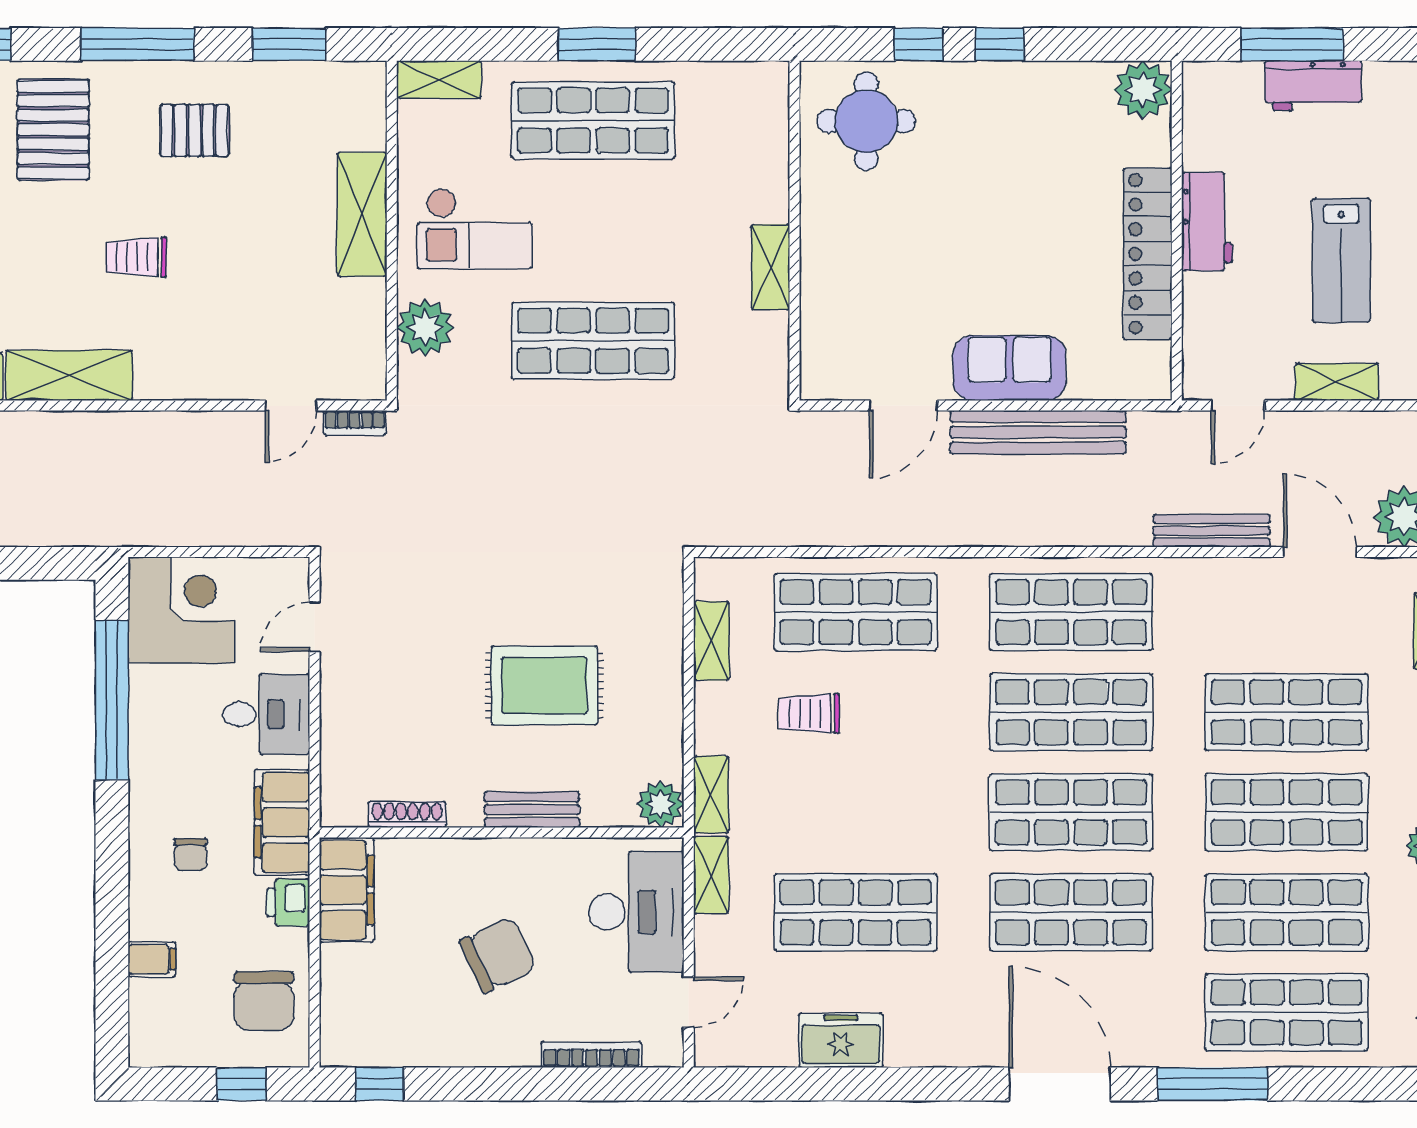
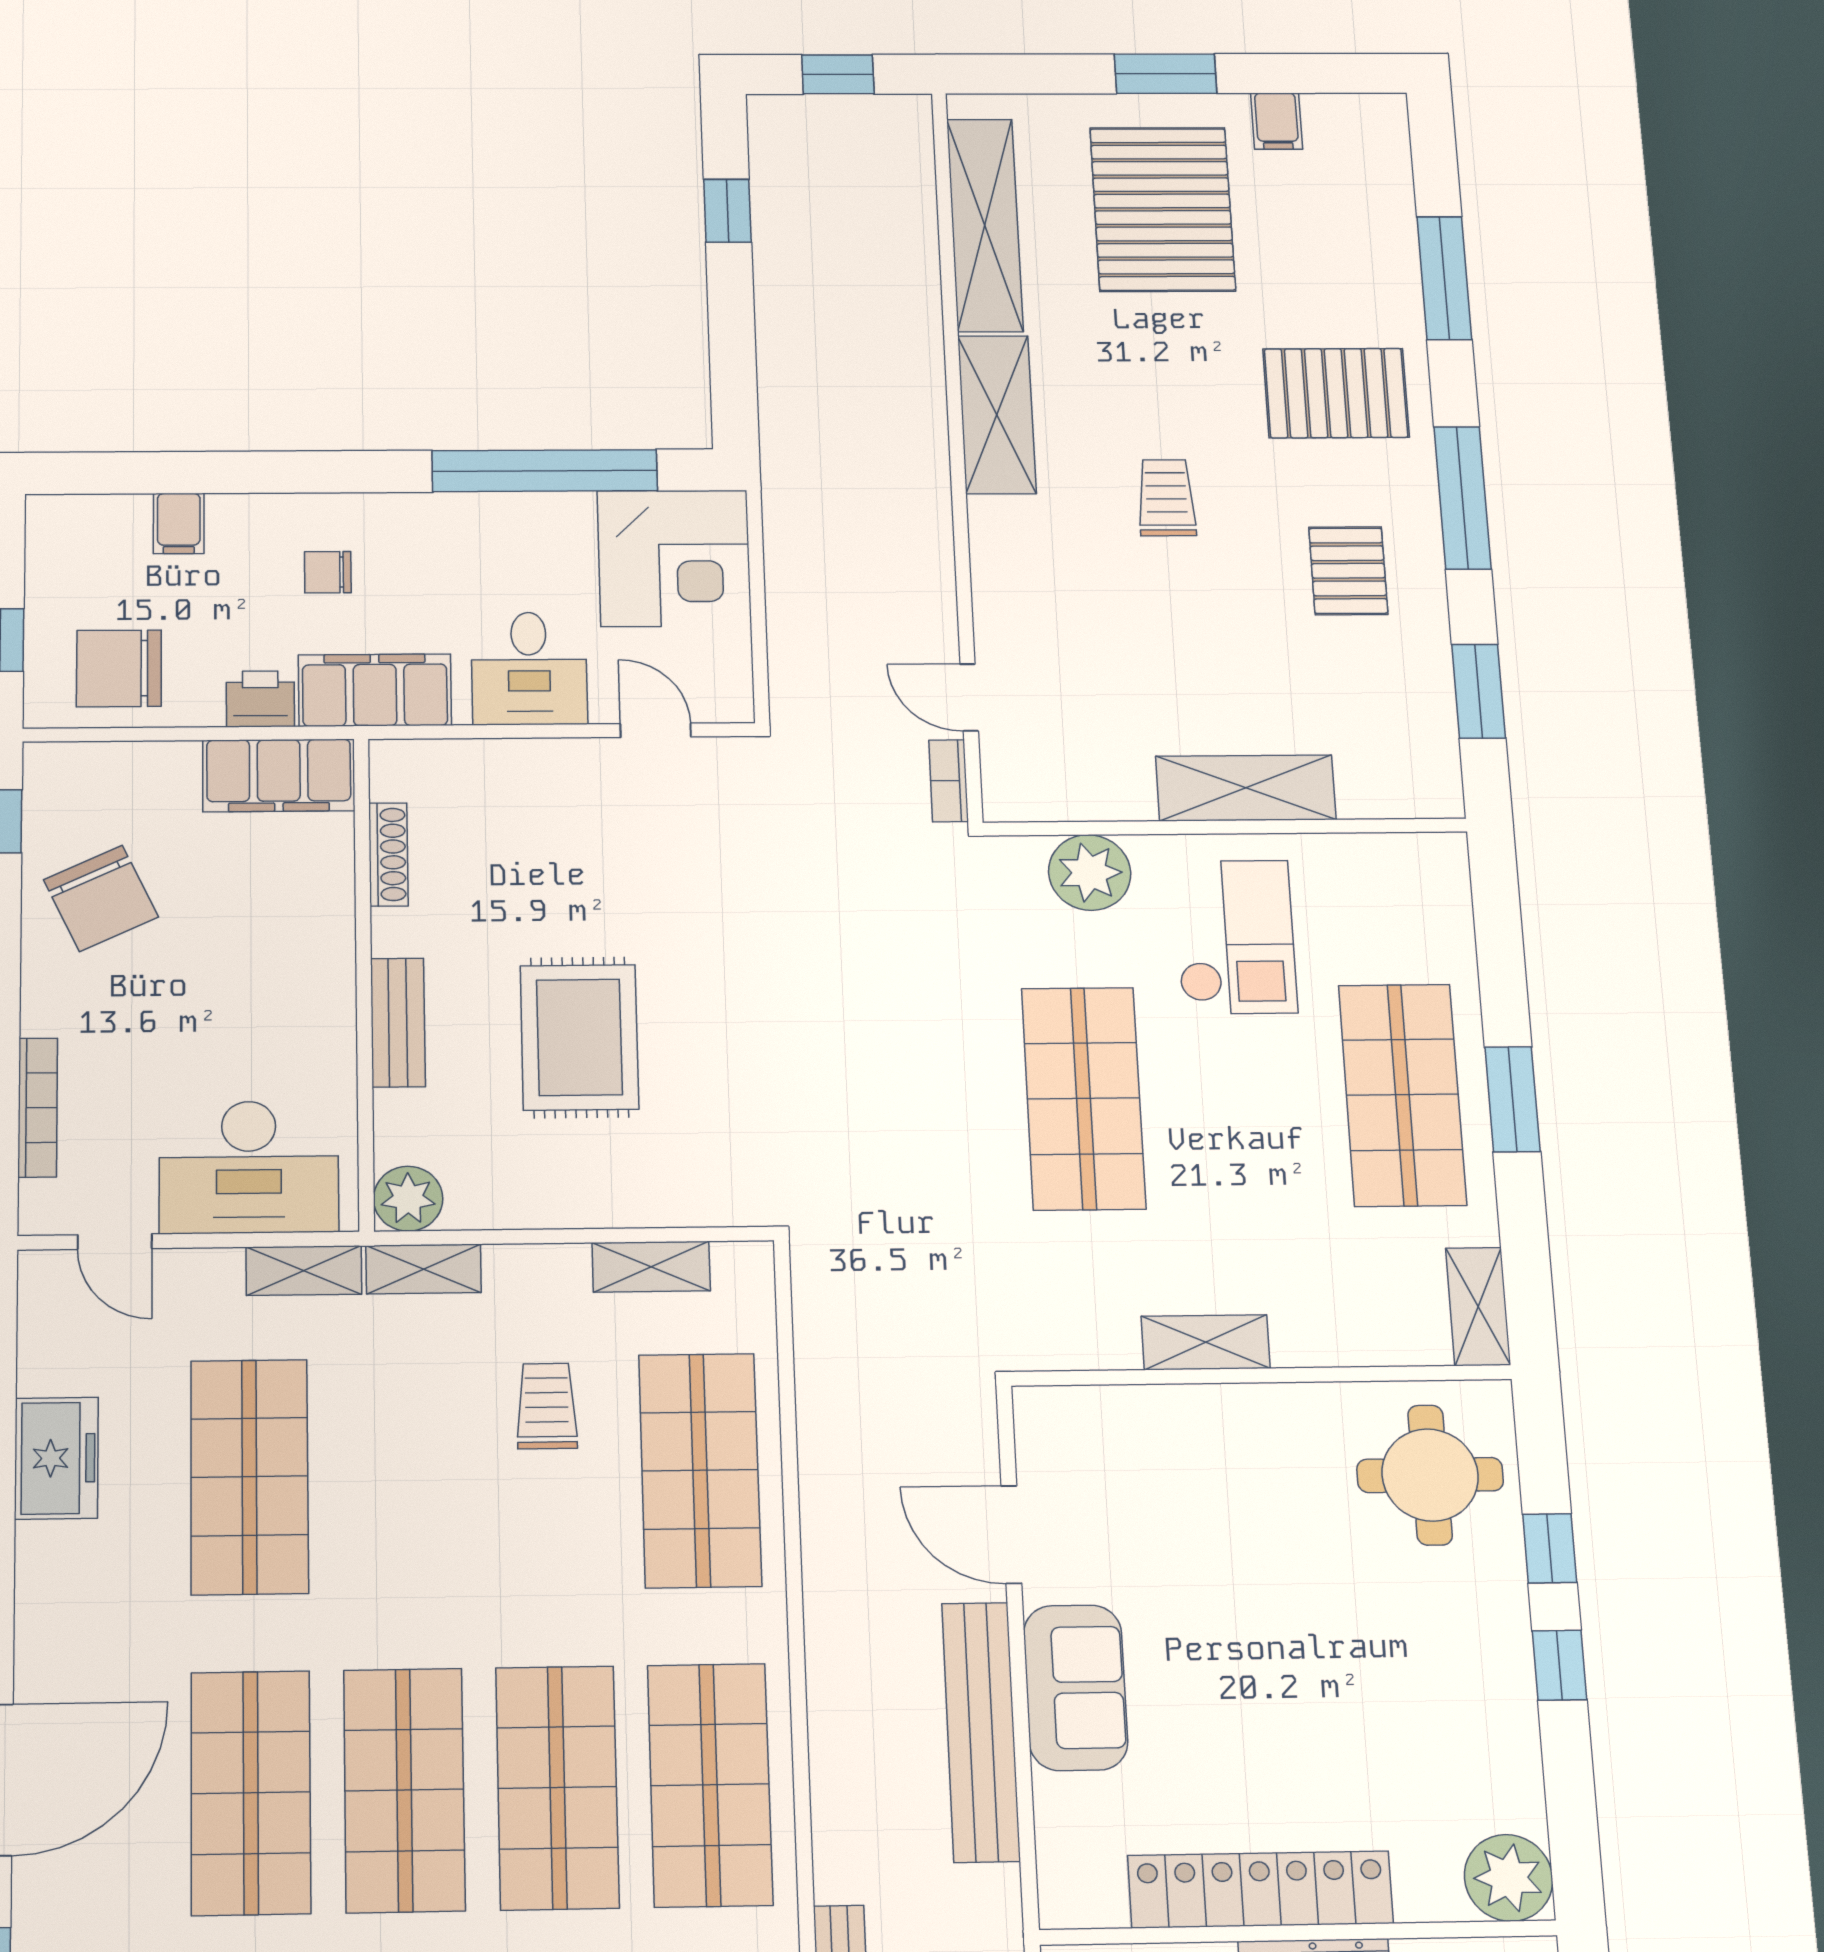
shelving: (439, 80) -> (1478, 1306), moved
checkout: (475, 229) -> (1235, 937), turned 180
chair: (498, 955) -> (101, 898), moved

